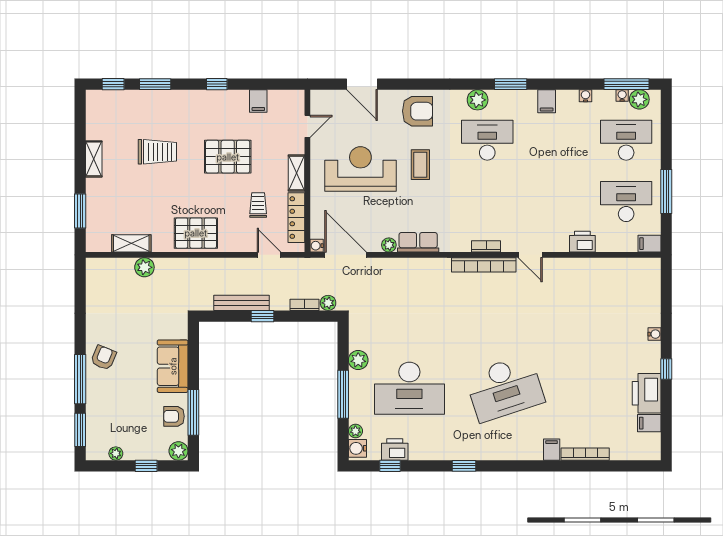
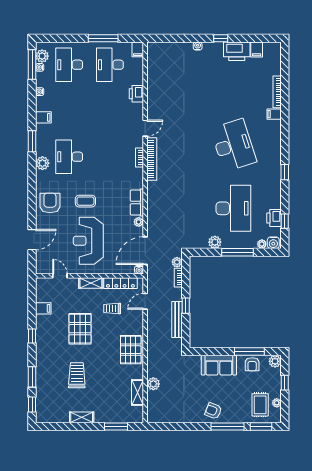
rug: (113, 428) -> (260, 405), added

